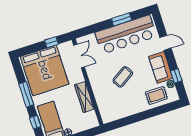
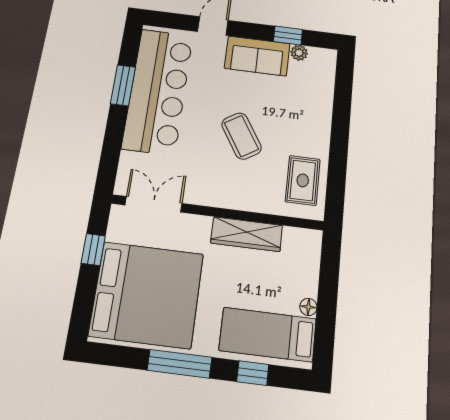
rug: (156, 95) -> (303, 180), moved

